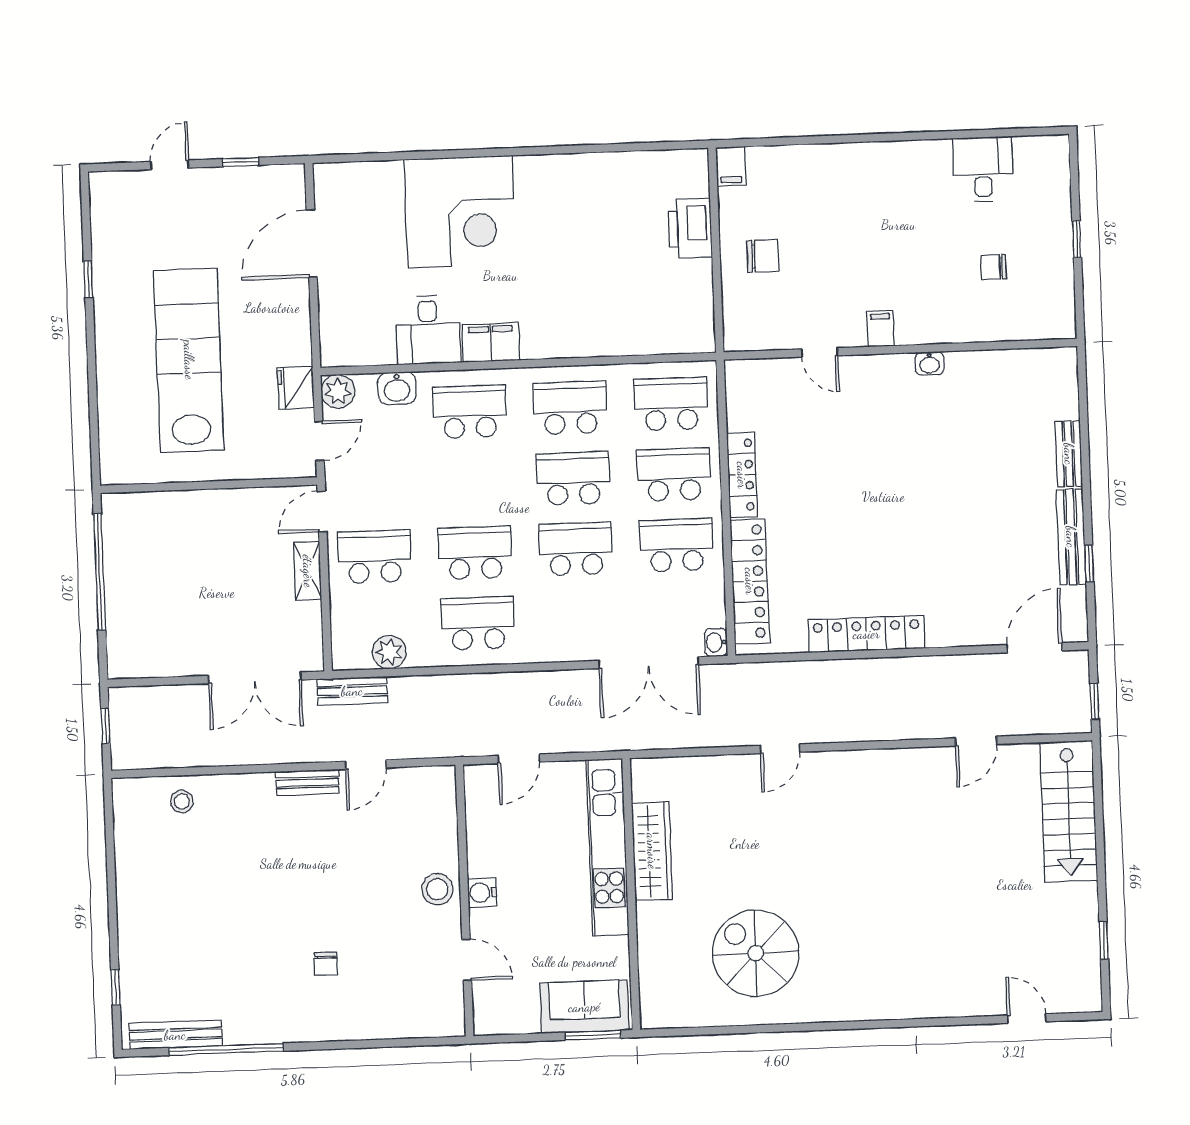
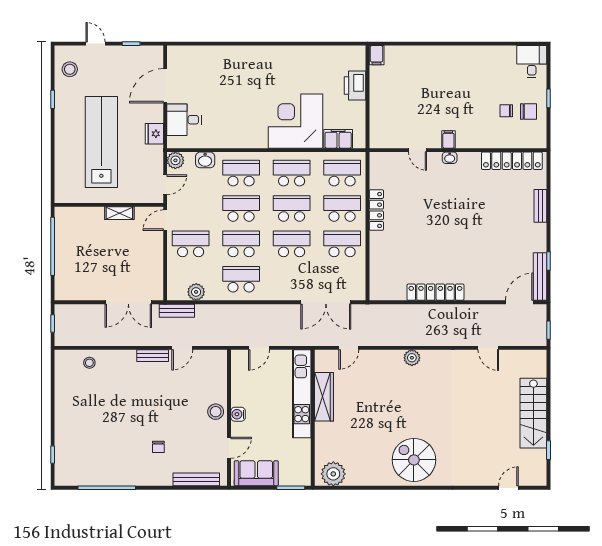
door: (170, 165) -> (96, 44), hinge flipped
desk: (983, 169) -> (532, 62), moved
corner desk: (460, 212) -> (296, 121), moved, turned 180
stool: (120, 218) -> (70, 69), added
chair: (763, 256) -> (529, 112), moved
desk: (428, 330) -> (184, 120), moved, turned 90
filing cabinet: (491, 342) -> (338, 139), moved
washbasin: (930, 363) -> (450, 158), moved
fridge: (296, 388) -> (154, 134), moved
school desk: (472, 482) -> (241, 208), added
bench: (1071, 537) -> (540, 276), moved
shelving: (308, 571) -> (119, 213), moved, turned 90
locker: (750, 581) -> (512, 161), moved, turned 90
washbasin: (716, 642) -> (360, 293), removed
door: (976, 741) -> (488, 348), hinge flipped
door: (780, 749) -> (349, 348), moved
plant: (824, 767) -> (412, 358), added
stairs: (1069, 811) -> (533, 413), moved
spiral stairs: (756, 953) -> (414, 460), moved
door: (467, 960) -> (229, 448), hinge flipped
plant: (677, 1004) -> (333, 474), added
sofa: (584, 1007) -> (256, 473), moved
door: (1027, 1019) -> (508, 488), hinge flipped
bench: (175, 1035) -> (196, 479), moved

